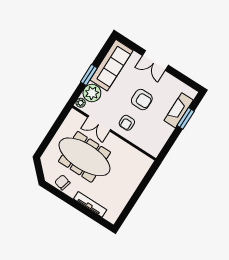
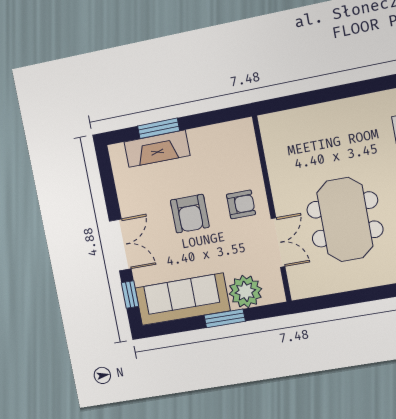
window: (133, 46) -> (130, 295), added
armchair: (142, 100) -> (190, 214), turned 180
plant: (81, 103) -> (274, 295), removed
meeting table: (85, 157) -> (345, 219), width x0.73

